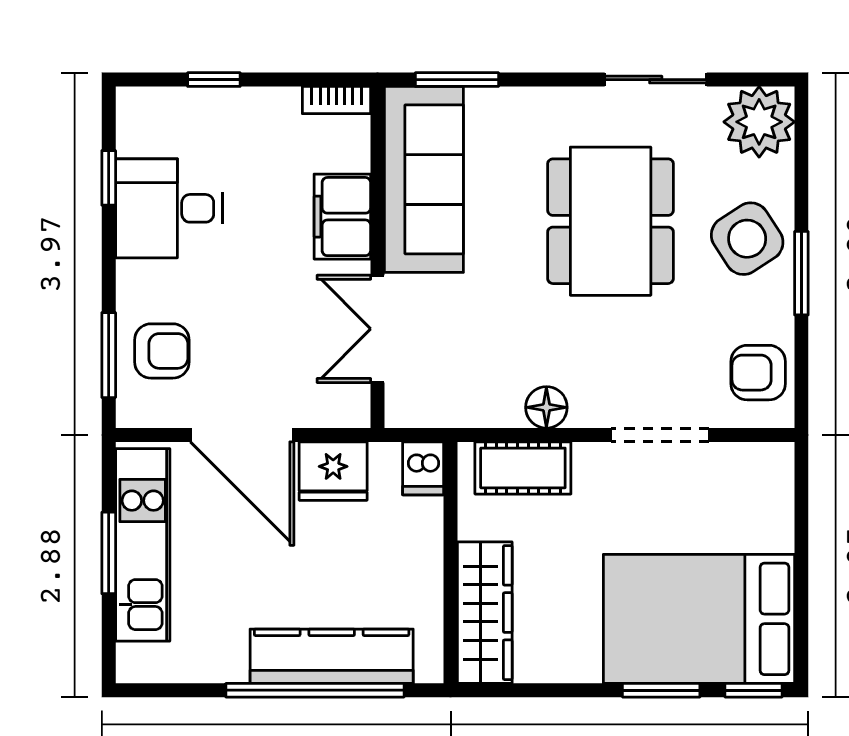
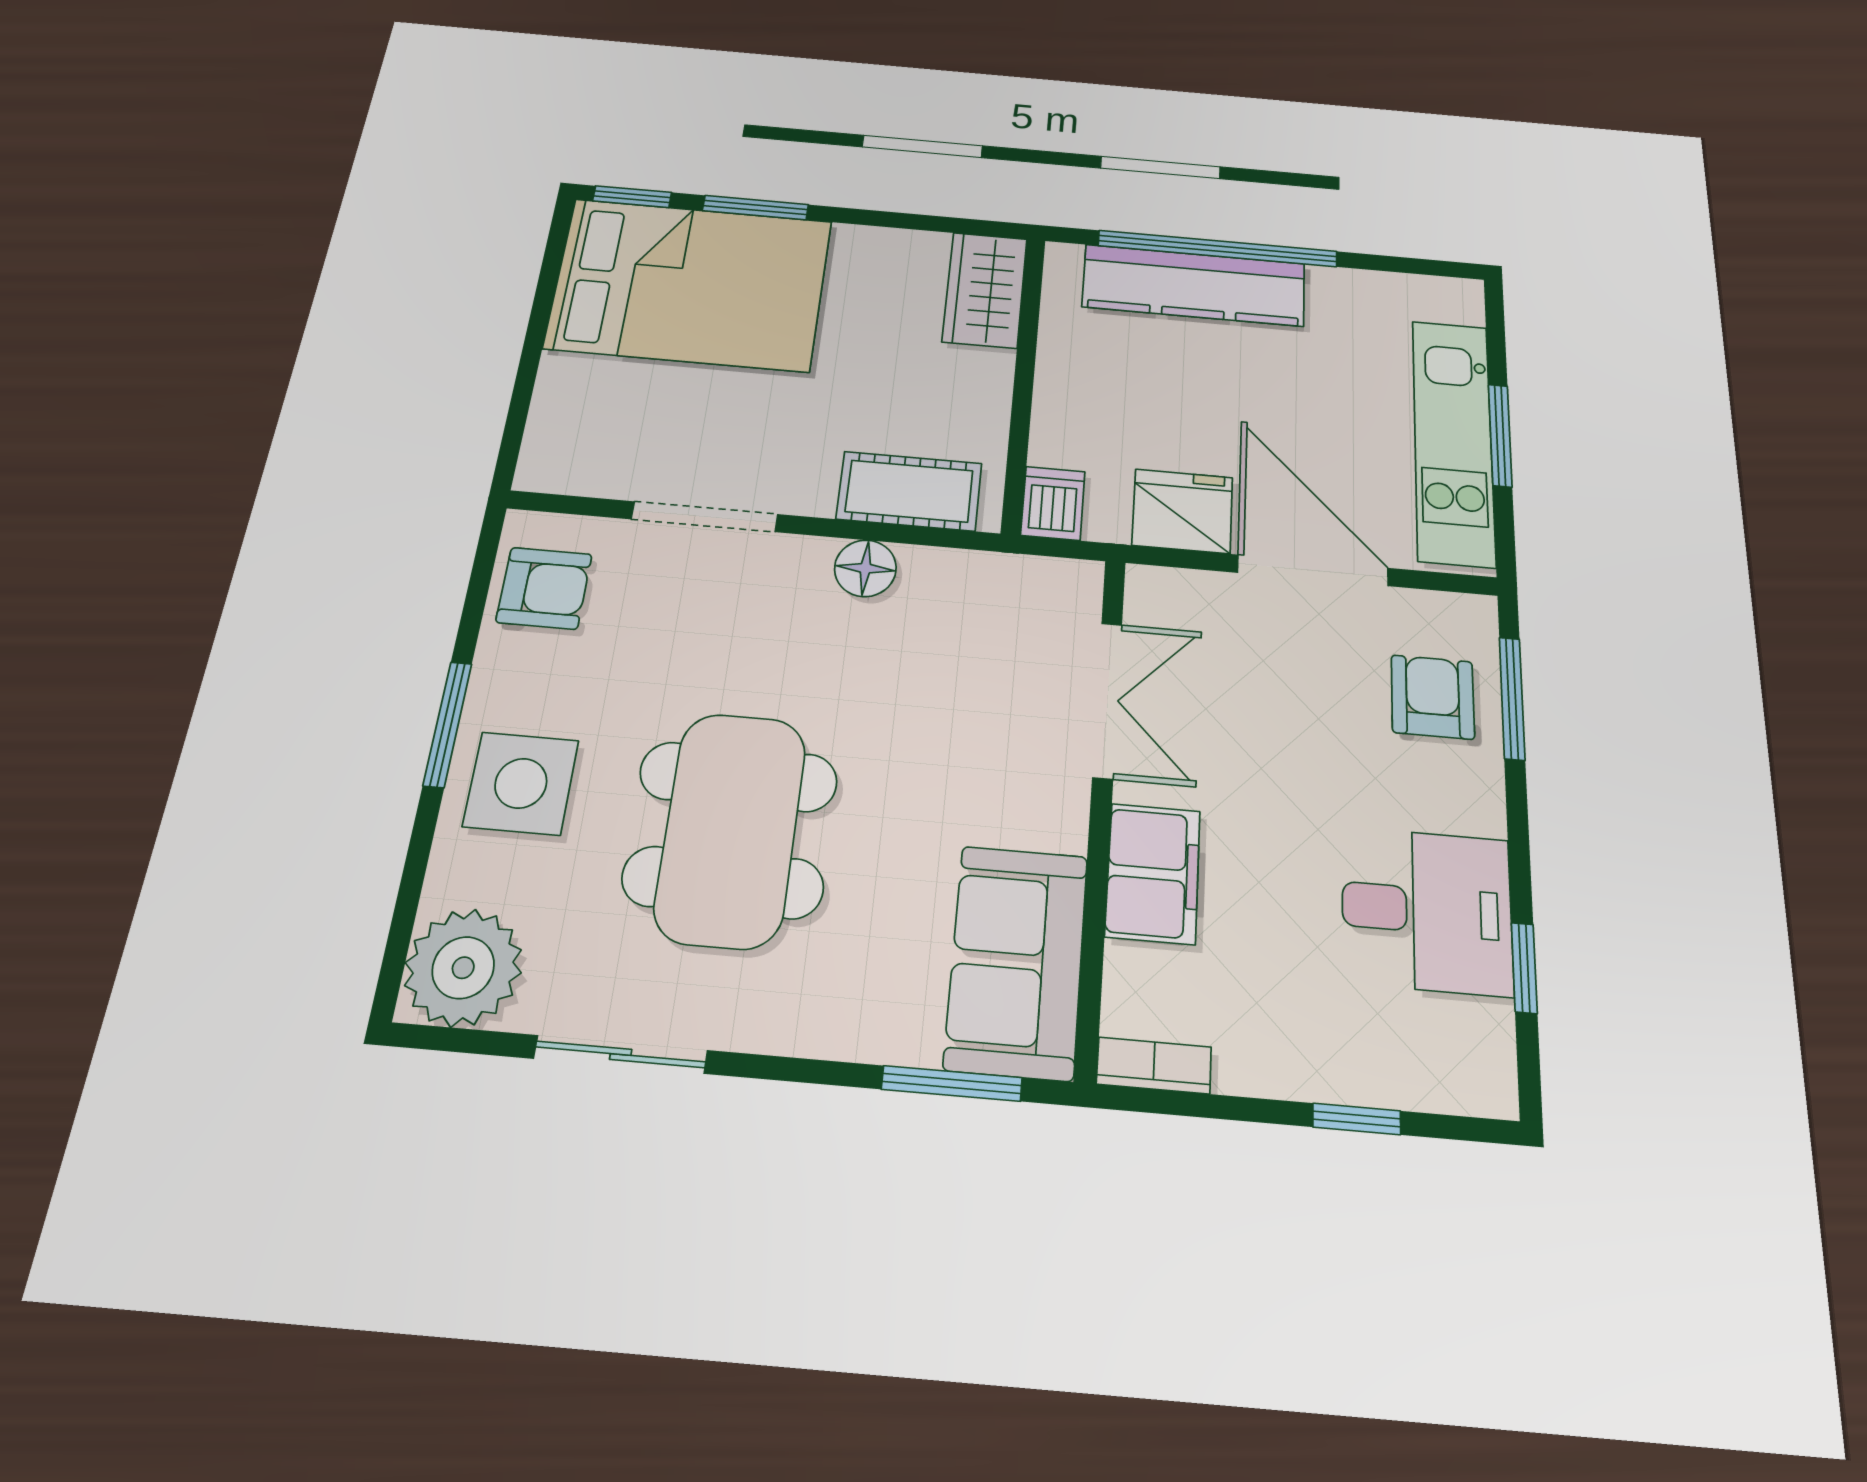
sofa: (424, 179) -> (1017, 961), width x0.73
side table: (747, 239) -> (521, 783), turned 33
armchair: (162, 351) -> (1433, 697), turned 90
wardrobe: (485, 613) -> (985, 290), width x0.67

